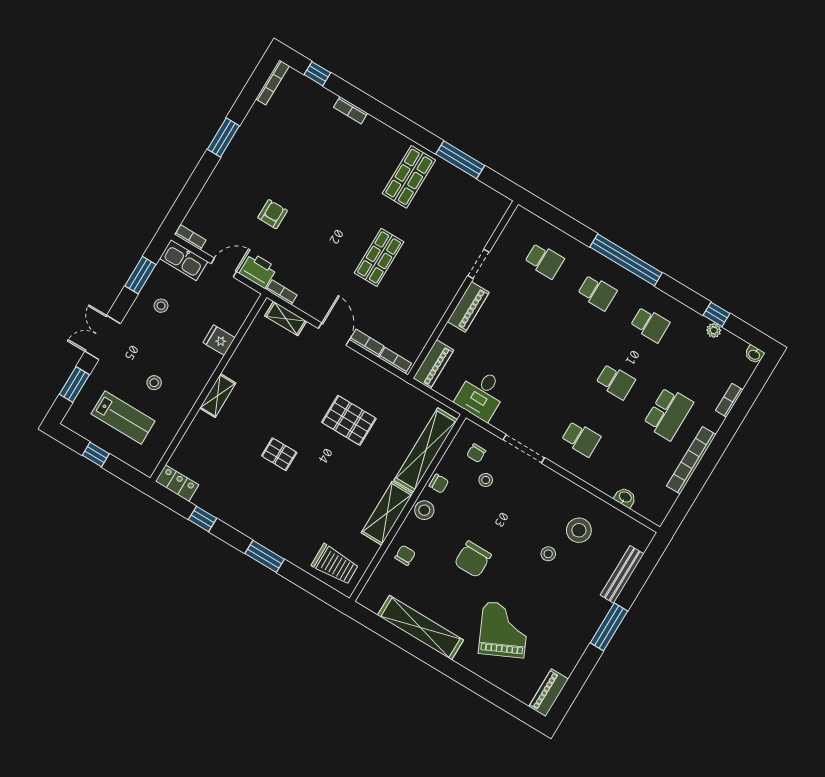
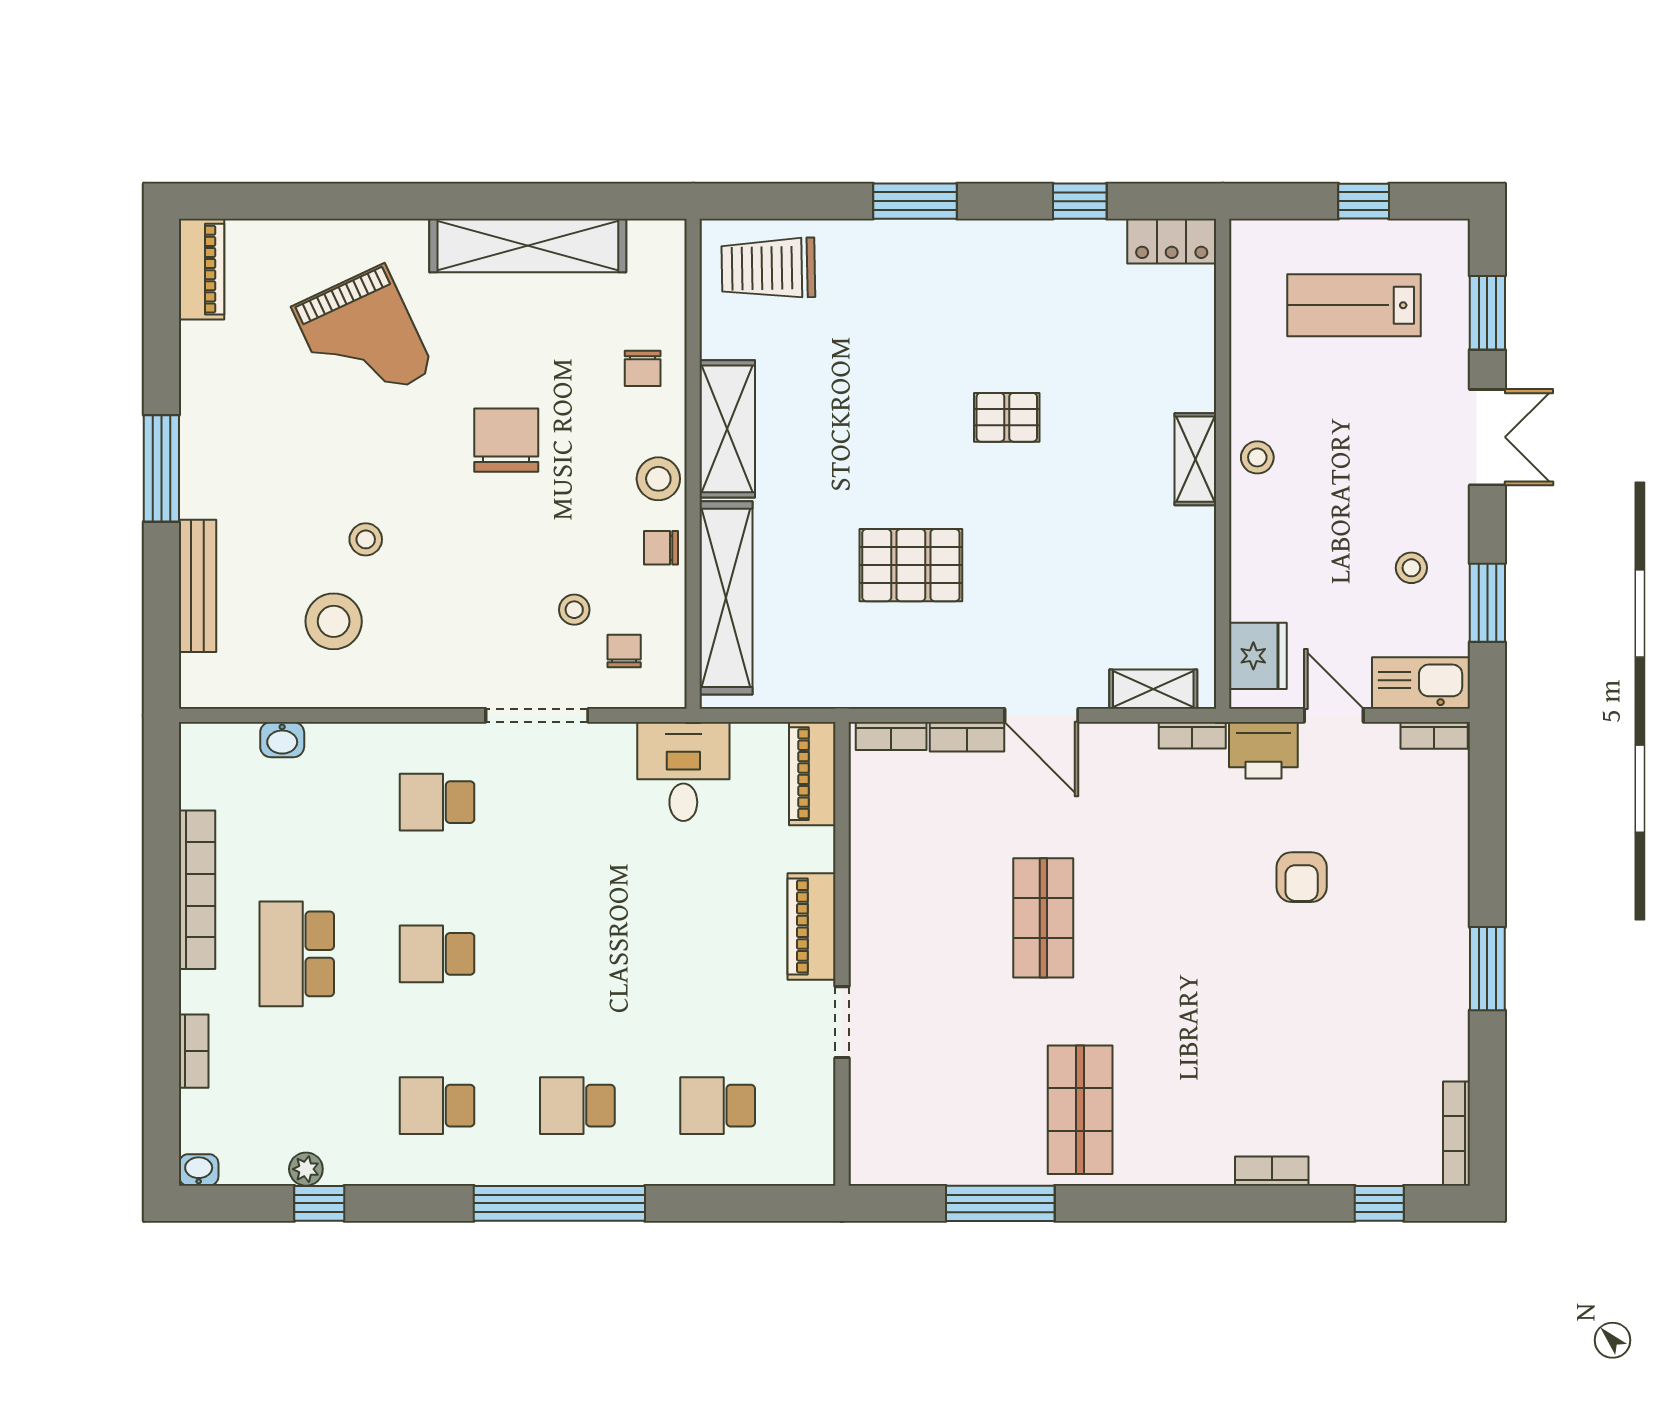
door: (224, 268) -> (1334, 715), swing flipped
fridge: (219, 340) -> (1258, 656), moved, width x1.38
stool: (154, 383) -> (1257, 457), moved

